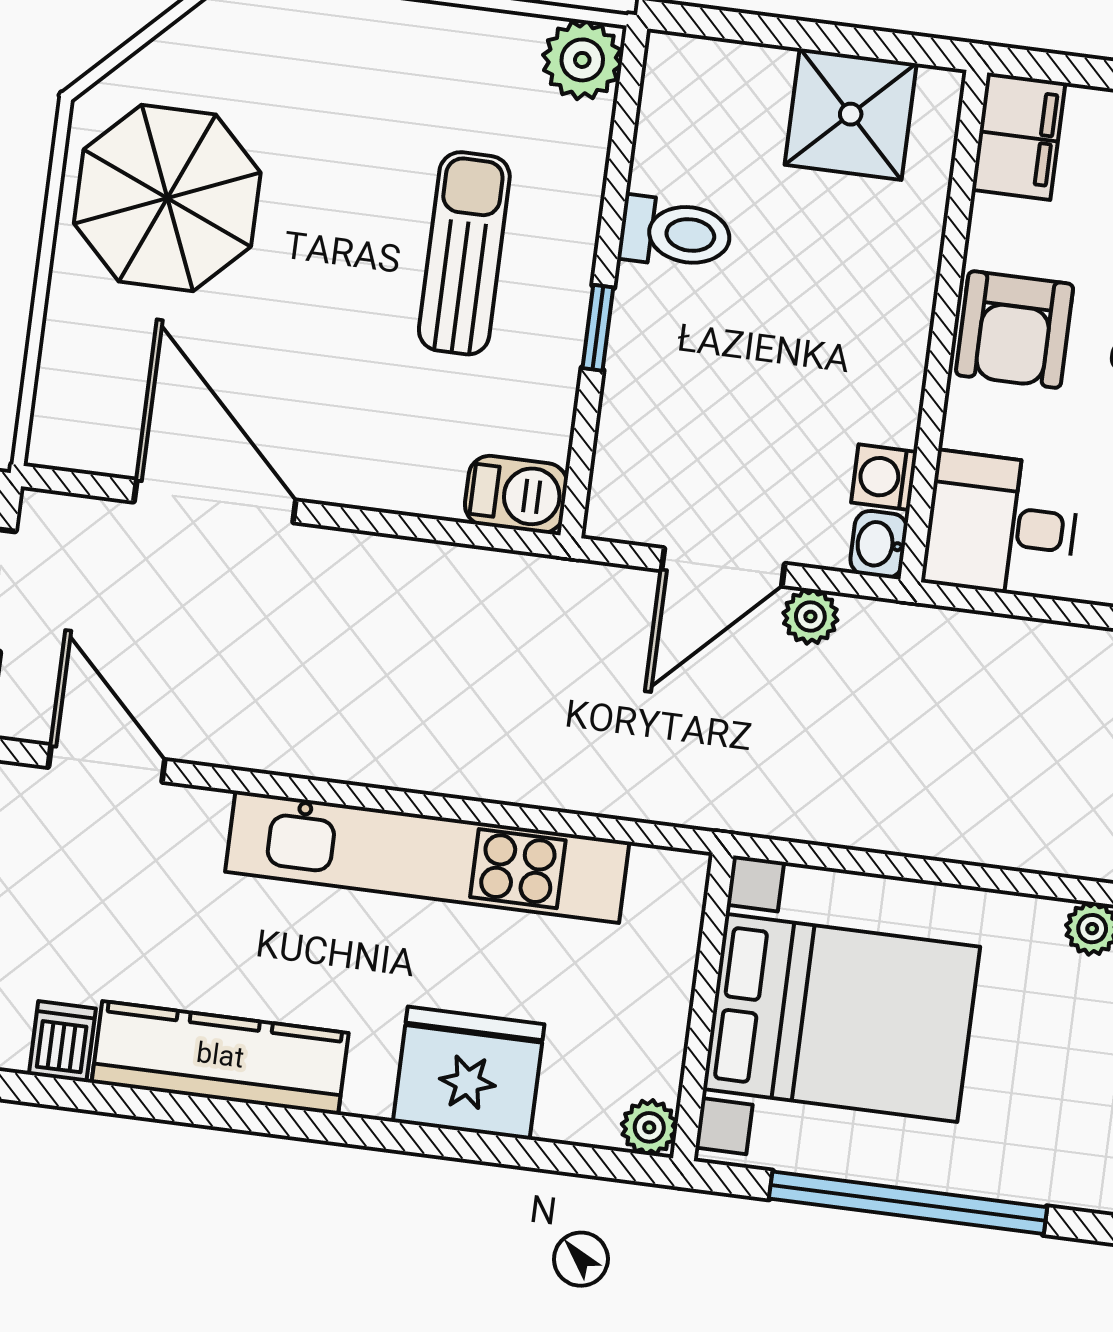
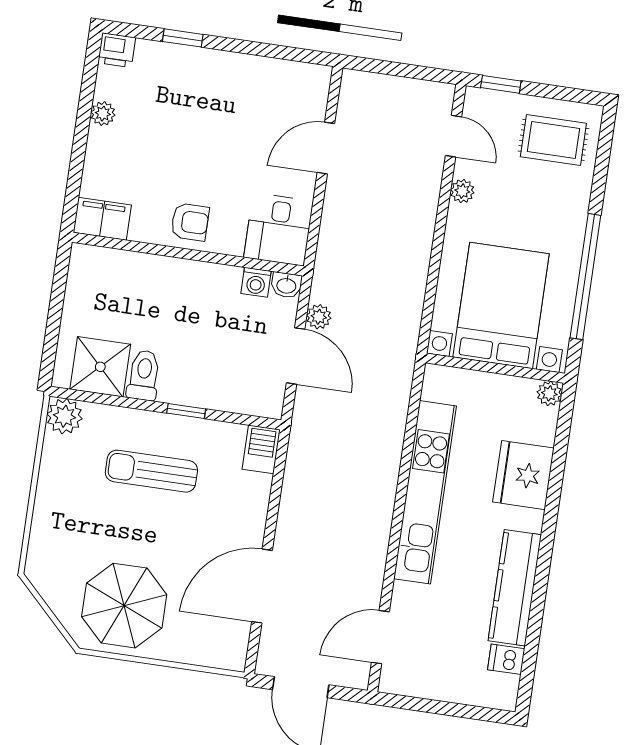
shower: (851, 114) -> (100, 367), moved
armchair: (1015, 330) -> (190, 222), width x0.72, depth x0.72

